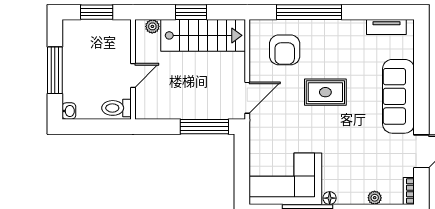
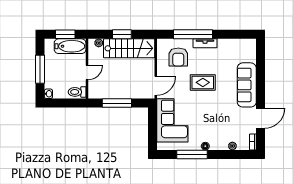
tv unit: (386, 27) -> (205, 43), moved
bathtub: (105, 32) -> (70, 46), added
window: (204, 127) -> (117, 103), moved
corner sofa: (285, 179) -> (172, 120), moved, turned 90

